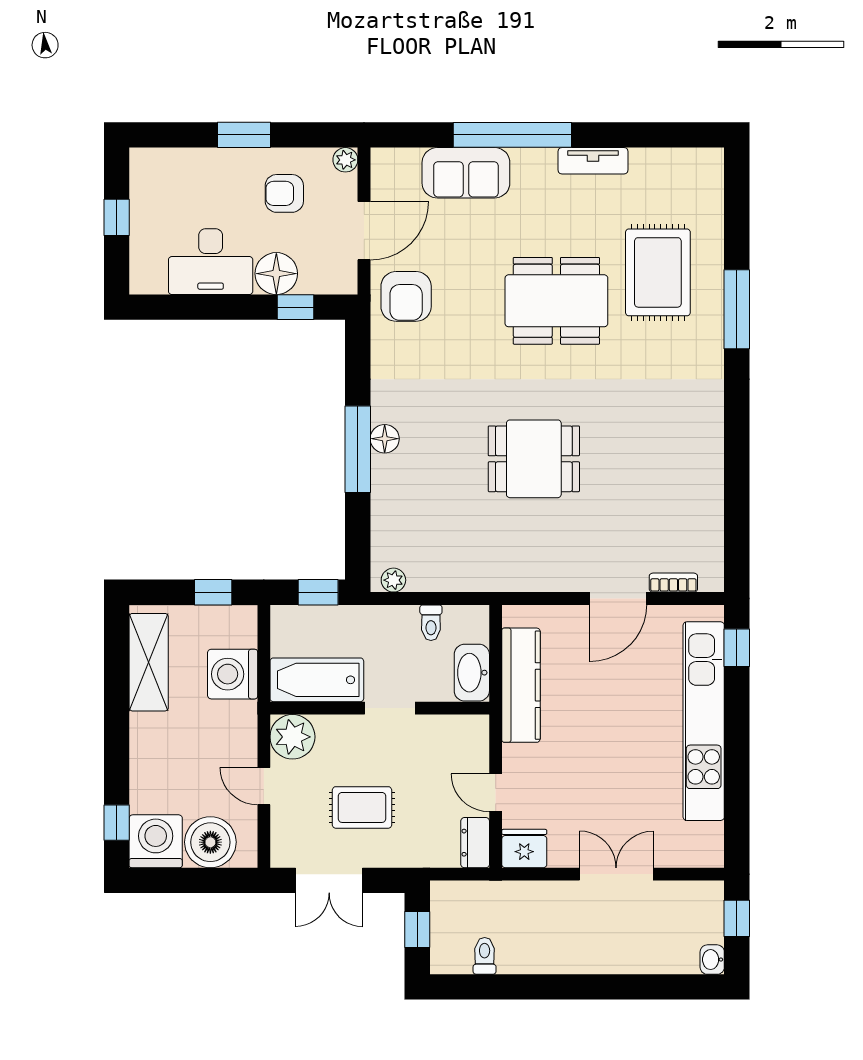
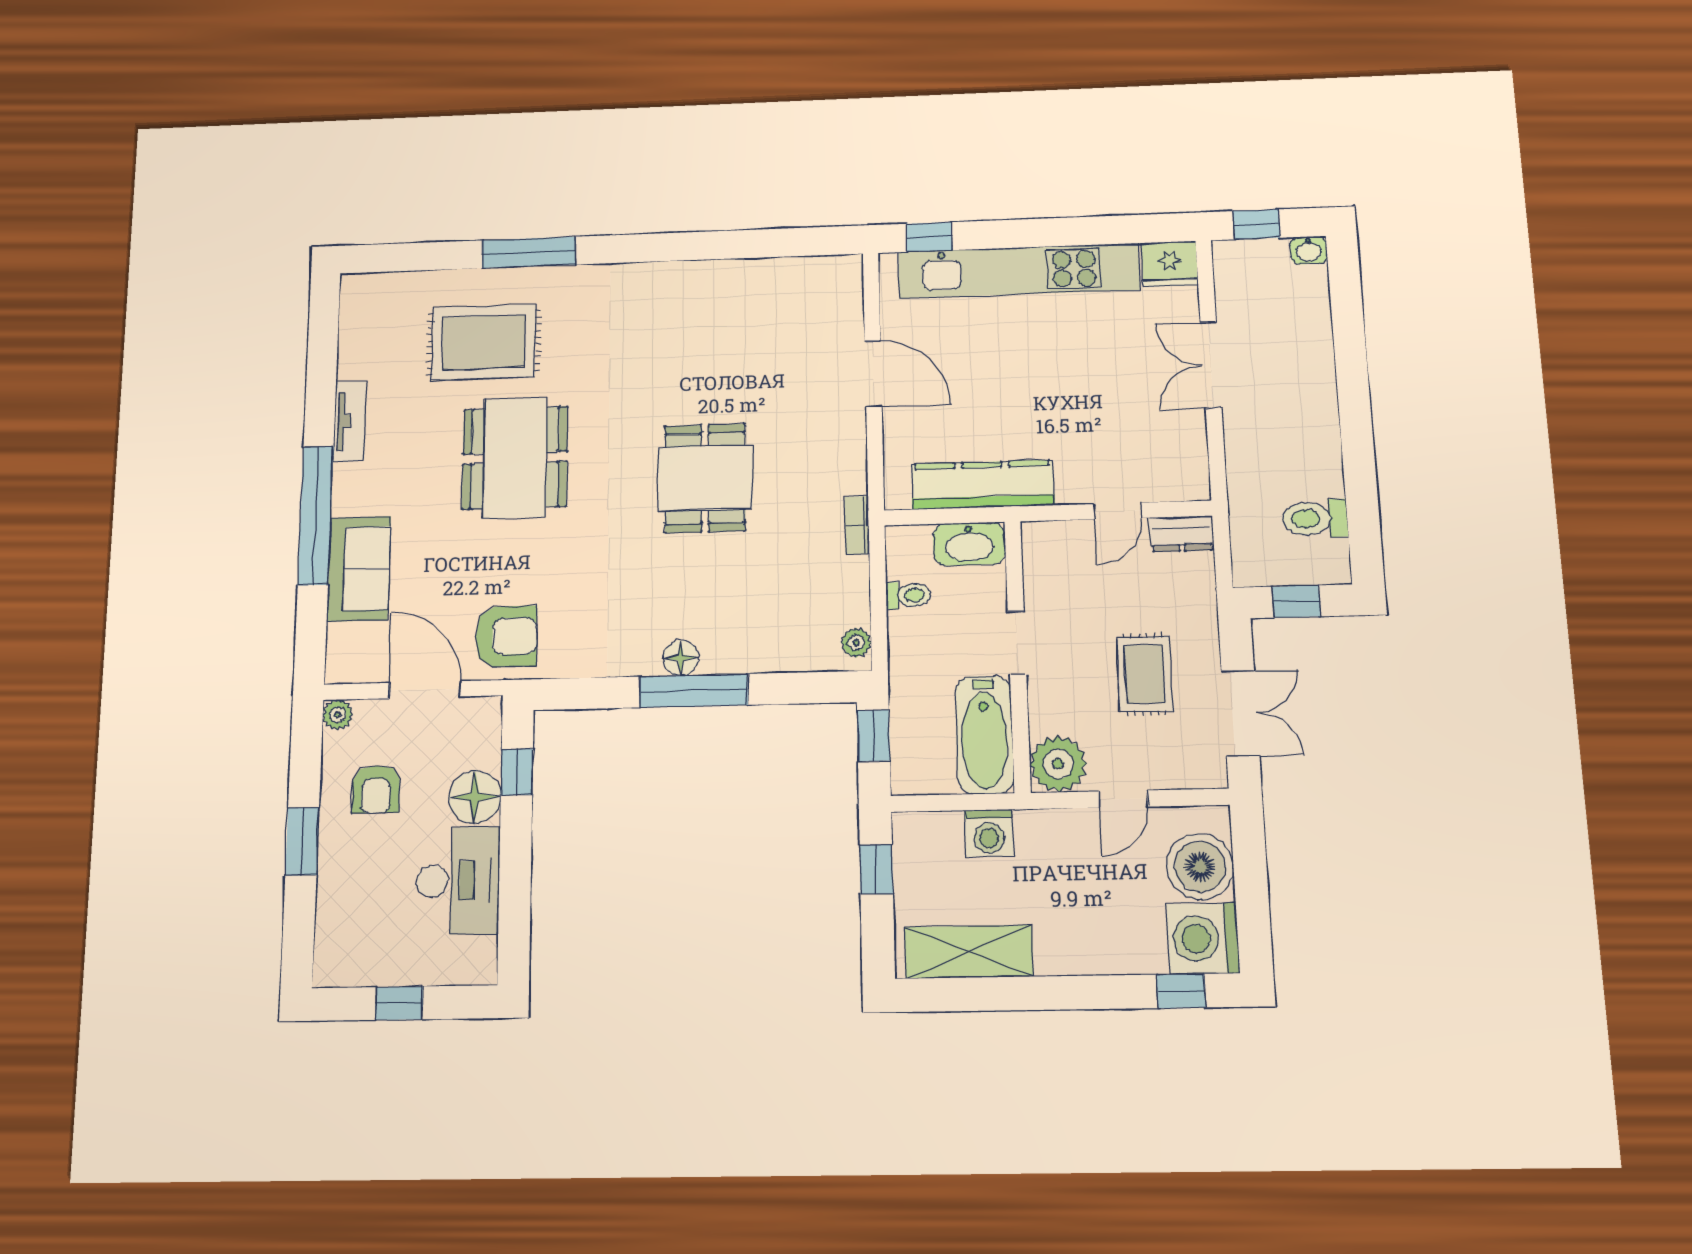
bookcase: (673, 583) -> (857, 525), moved
washing machine: (233, 674) -> (989, 833), width x0.73, depth x0.73
fridge: (524, 849) -> (1170, 264), moved, turned -90
toilet: (485, 956) -> (1315, 518), width x1.37, depth x1.39

